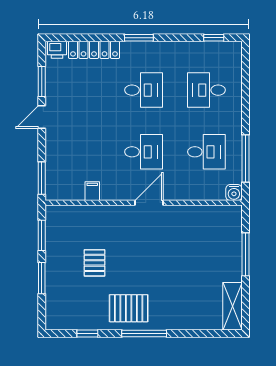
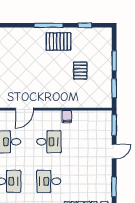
door: (42, 117) -> (114, 152), moved
desk: (144, 152) -> (49, 142), turned 180
filing cabinet: (92, 191) -> (67, 117), moved
door: (149, 203) -> (24, 109), moved

